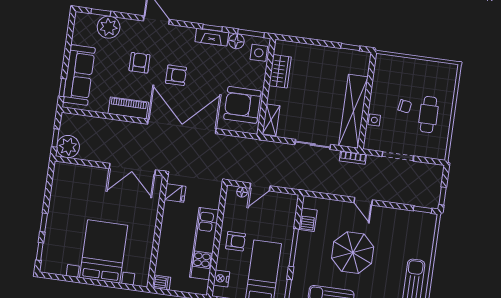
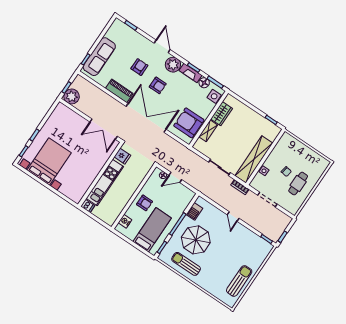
plant: (109, 27) -> (173, 65), moved
shelving: (271, 120) -> (208, 131), moved
kitchen unit: (204, 244) -> (105, 182), moved, turned 180
bed with nightstands: (104, 252) -> (49, 161), moved
parasol: (353, 253) -> (196, 240), moved

